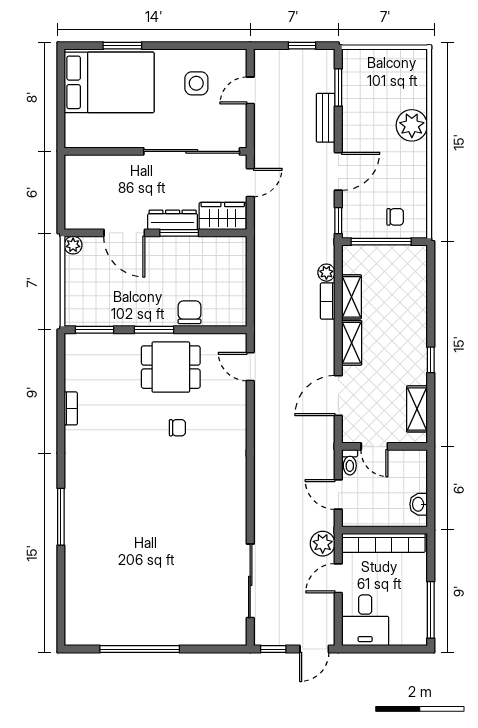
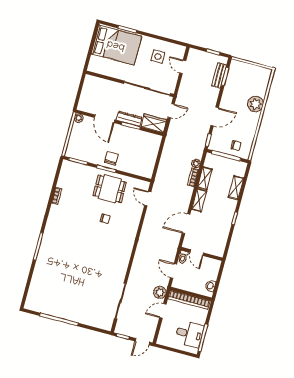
door: (250, 90) -> (183, 67), hinge flipped
bench: (326, 118) -> (219, 75), moved
chair: (190, 312) -> (111, 158), moved
shelving: (417, 409) -> (236, 188), moved
desk: (365, 620) -> (189, 334), moved, turned -90

